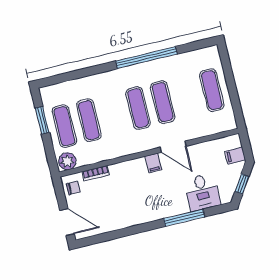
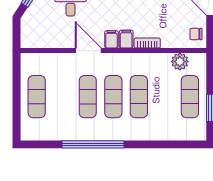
exercise mat: (89, 120) -> (139, 97), moved
filing cabinet: (235, 156) -> (126, 39), moved, turned -90
plant: (67, 161) -> (180, 62), moved
bookcase: (96, 173) -> (147, 43), moved

